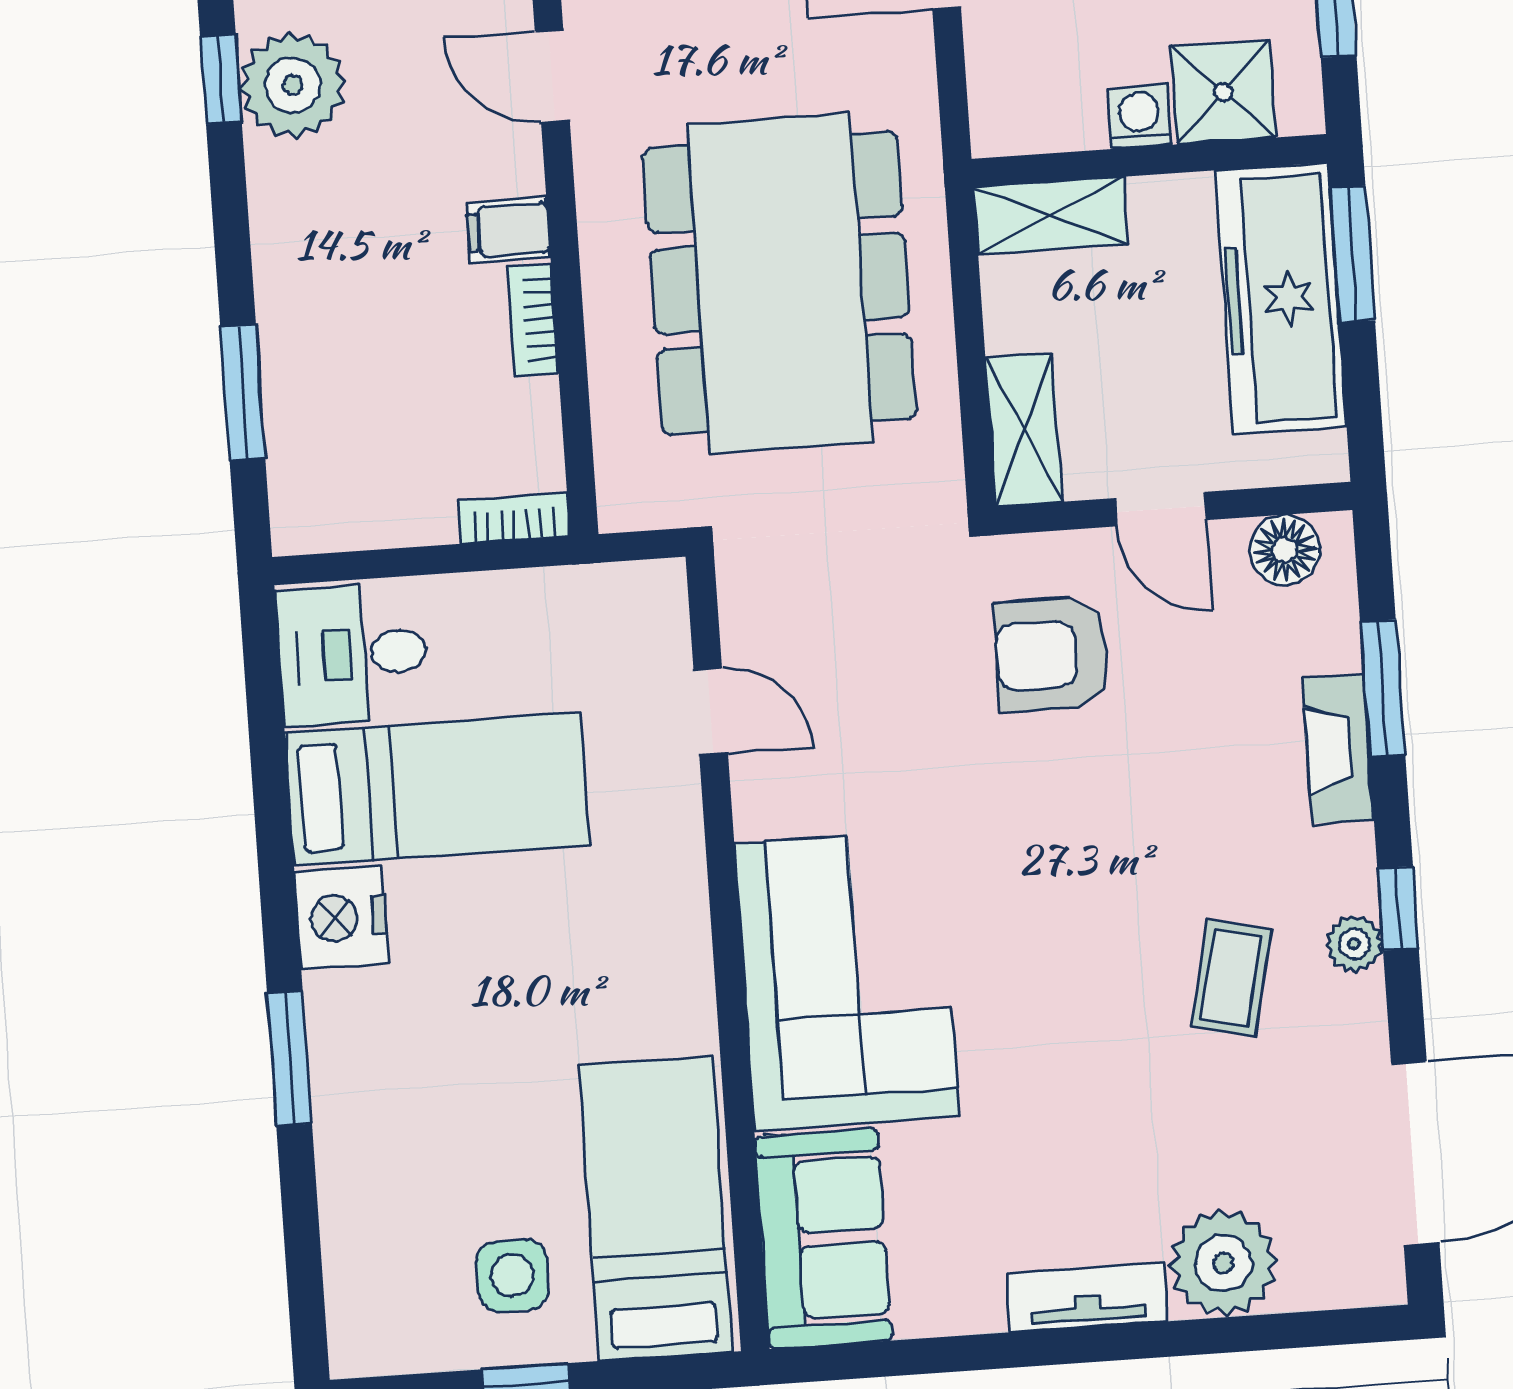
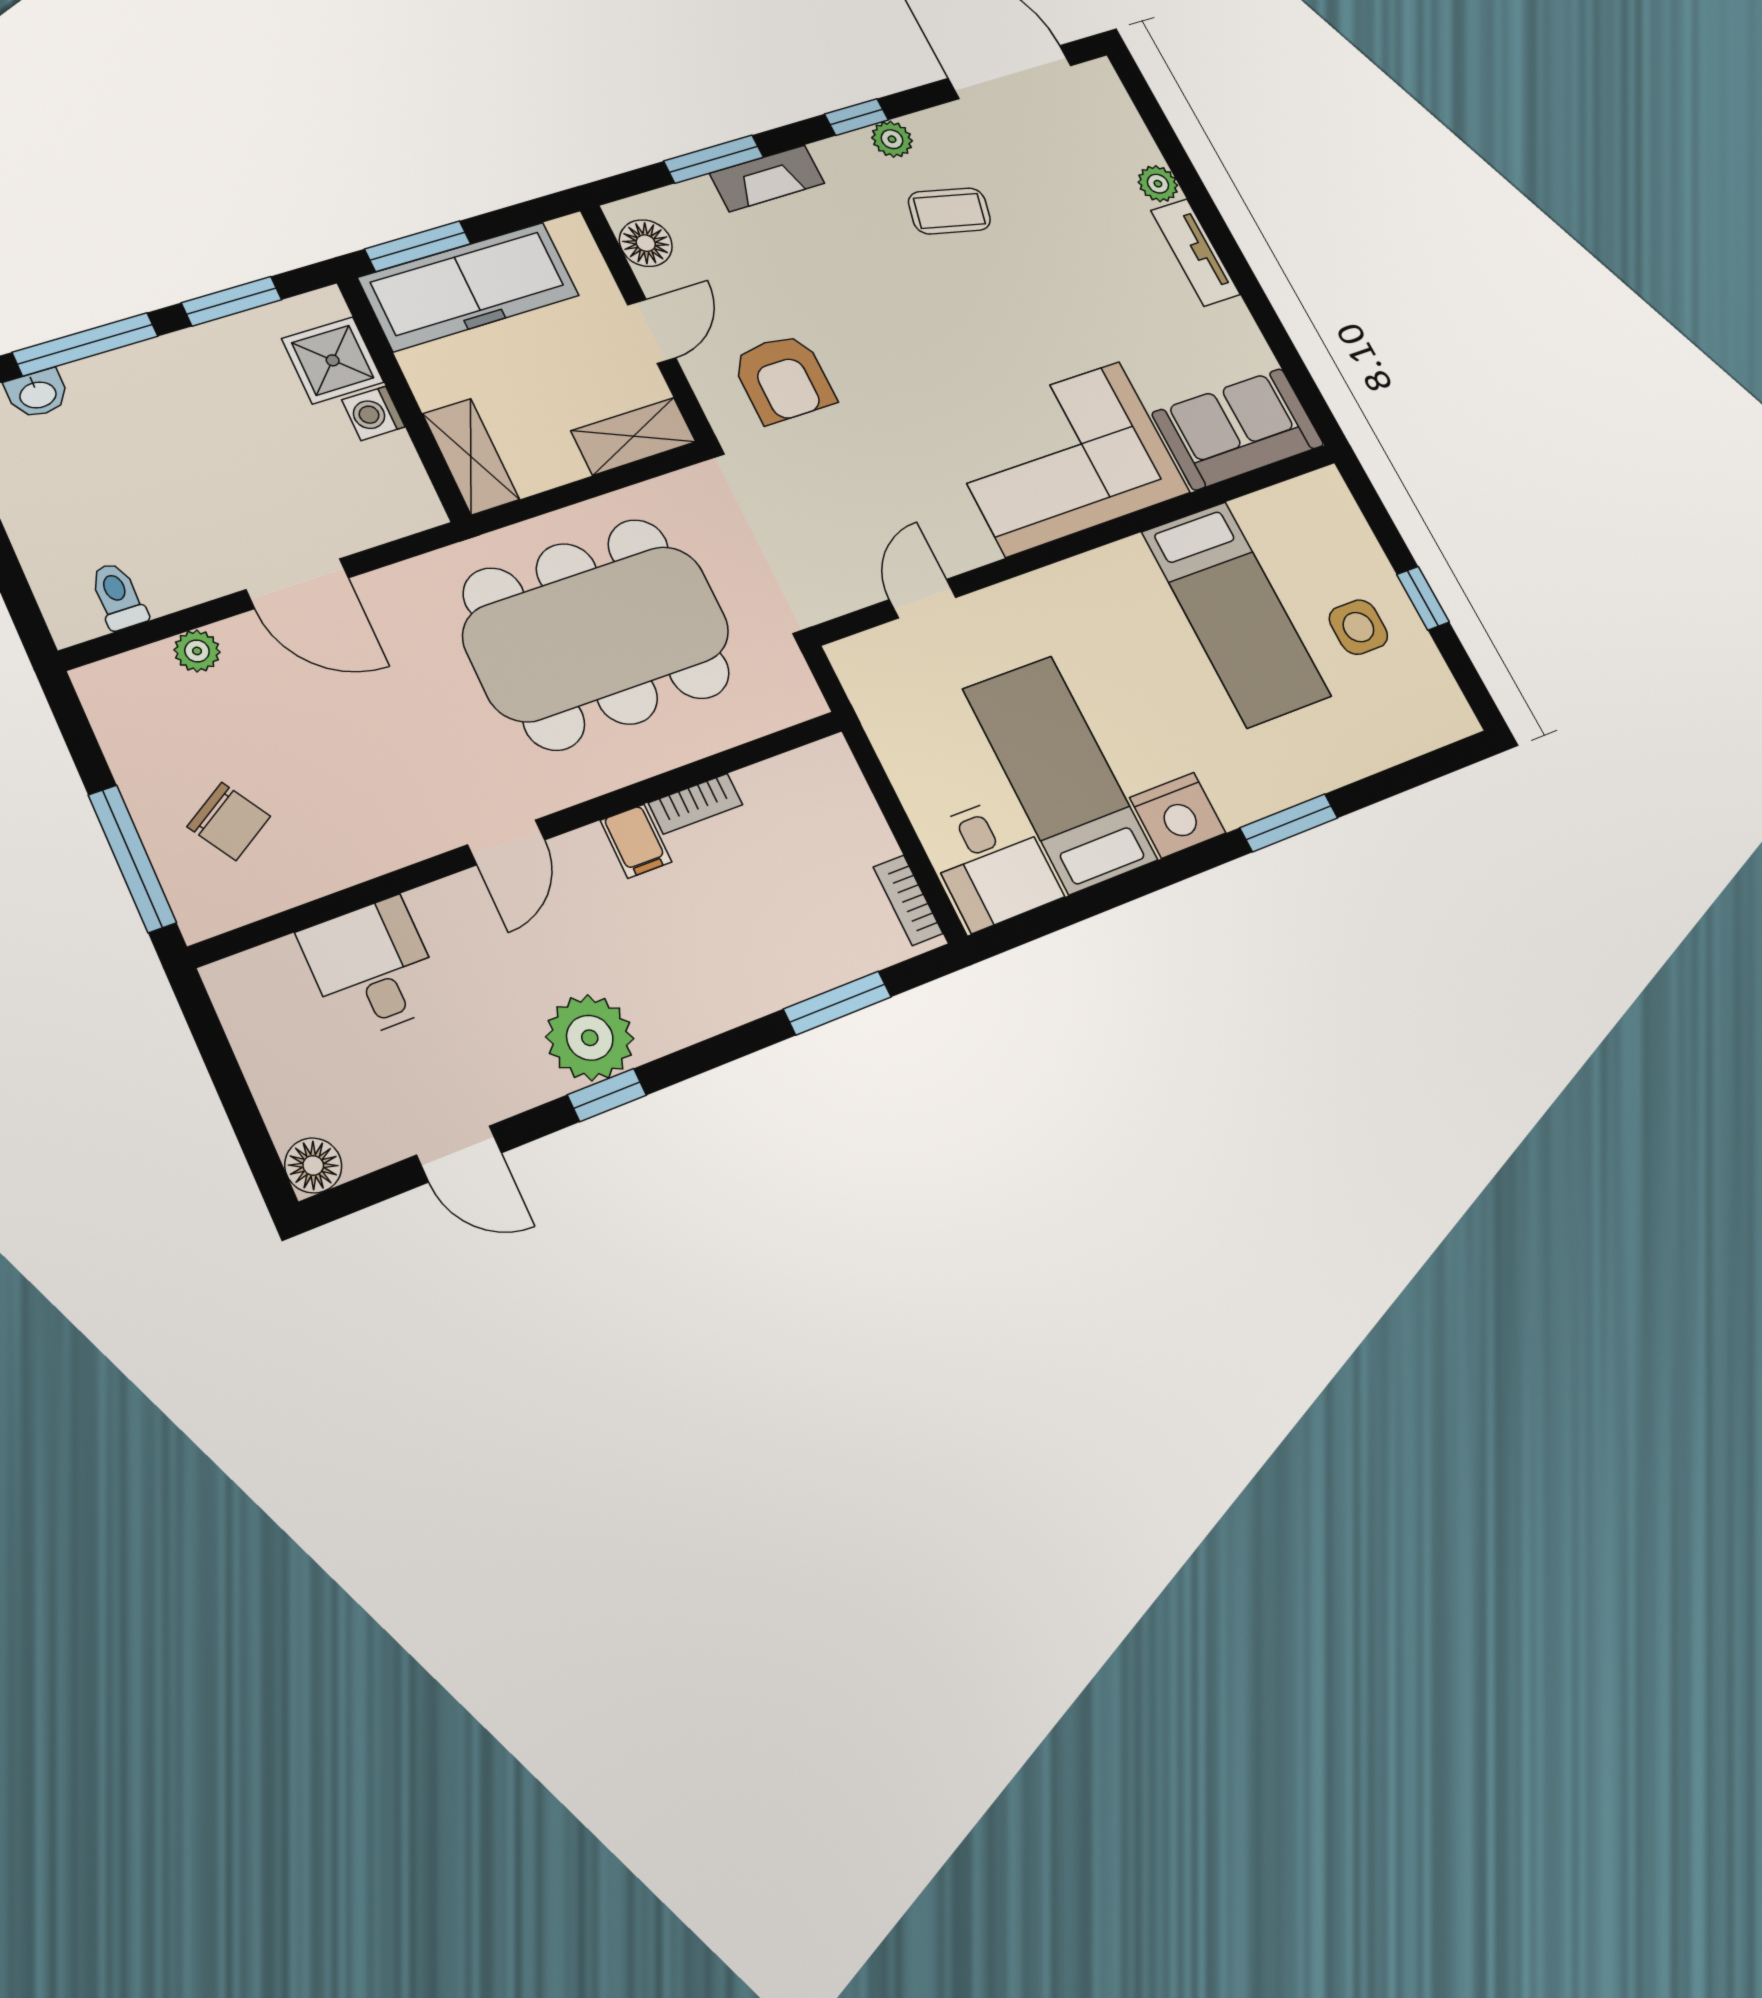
bookcase: (514, 518) -> (908, 900), moved
bed: (656, 1209) -> (1236, 614), moved, turned -90
plant: (1223, 1263) -> (1158, 184), width x0.53, depth x0.53

